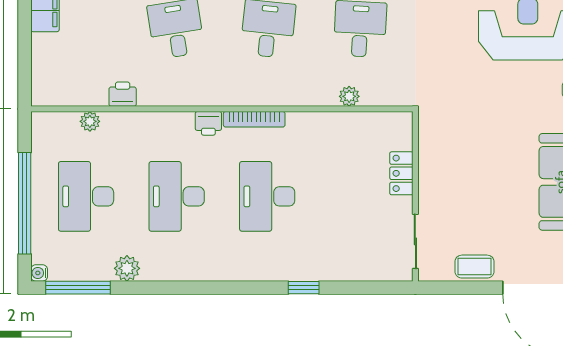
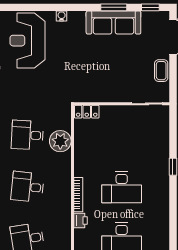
plant: (349, 96) -> (60, 141), width x1.87, depth x1.87
locker: (401, 173) -> (87, 112), moved

